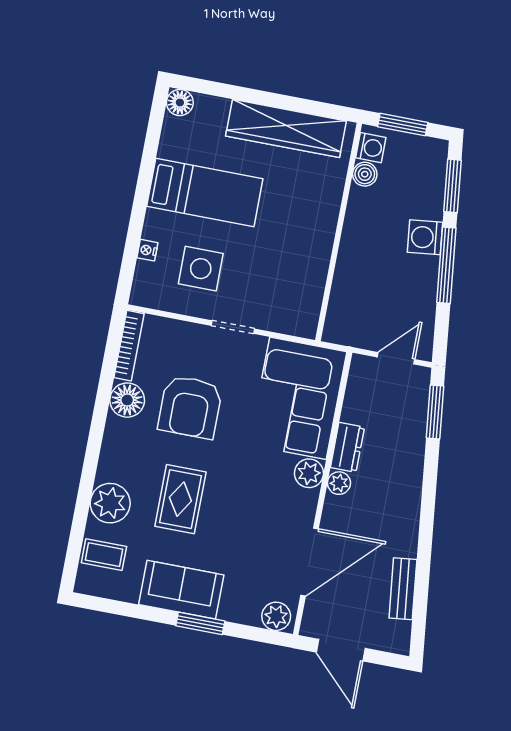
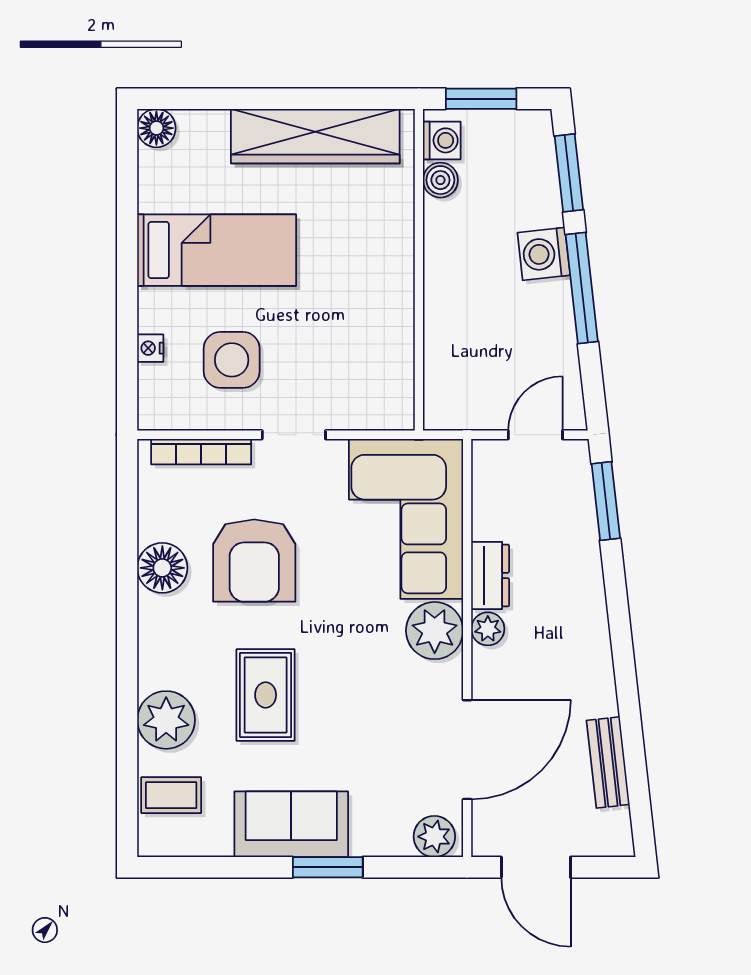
bookcase: (129, 346) -> (201, 452), moved, turned 90
plant: (309, 473) -> (435, 631), width x1.36, depth x1.36

